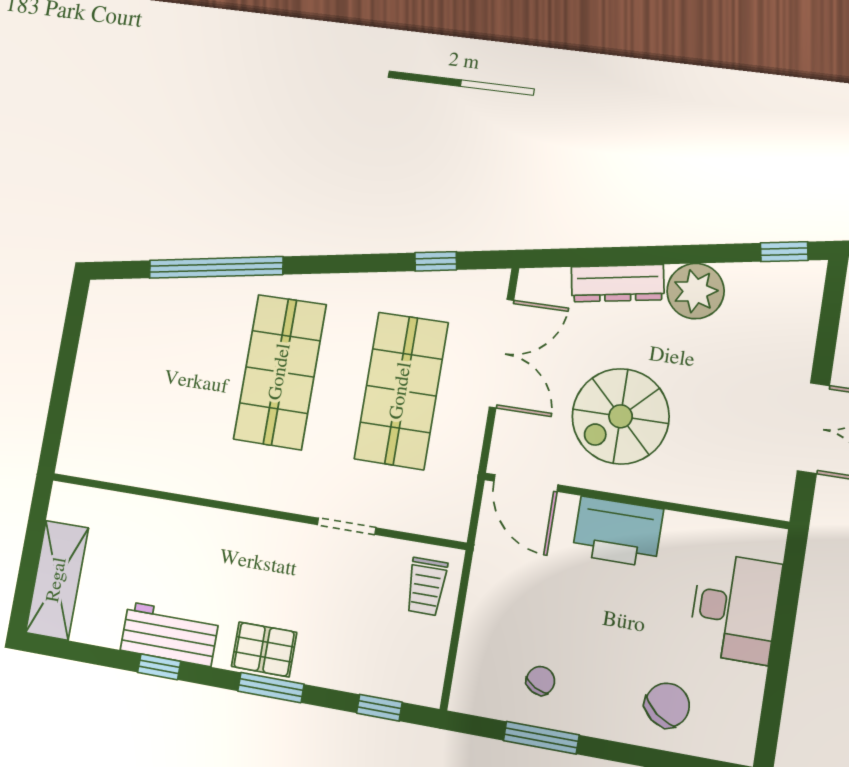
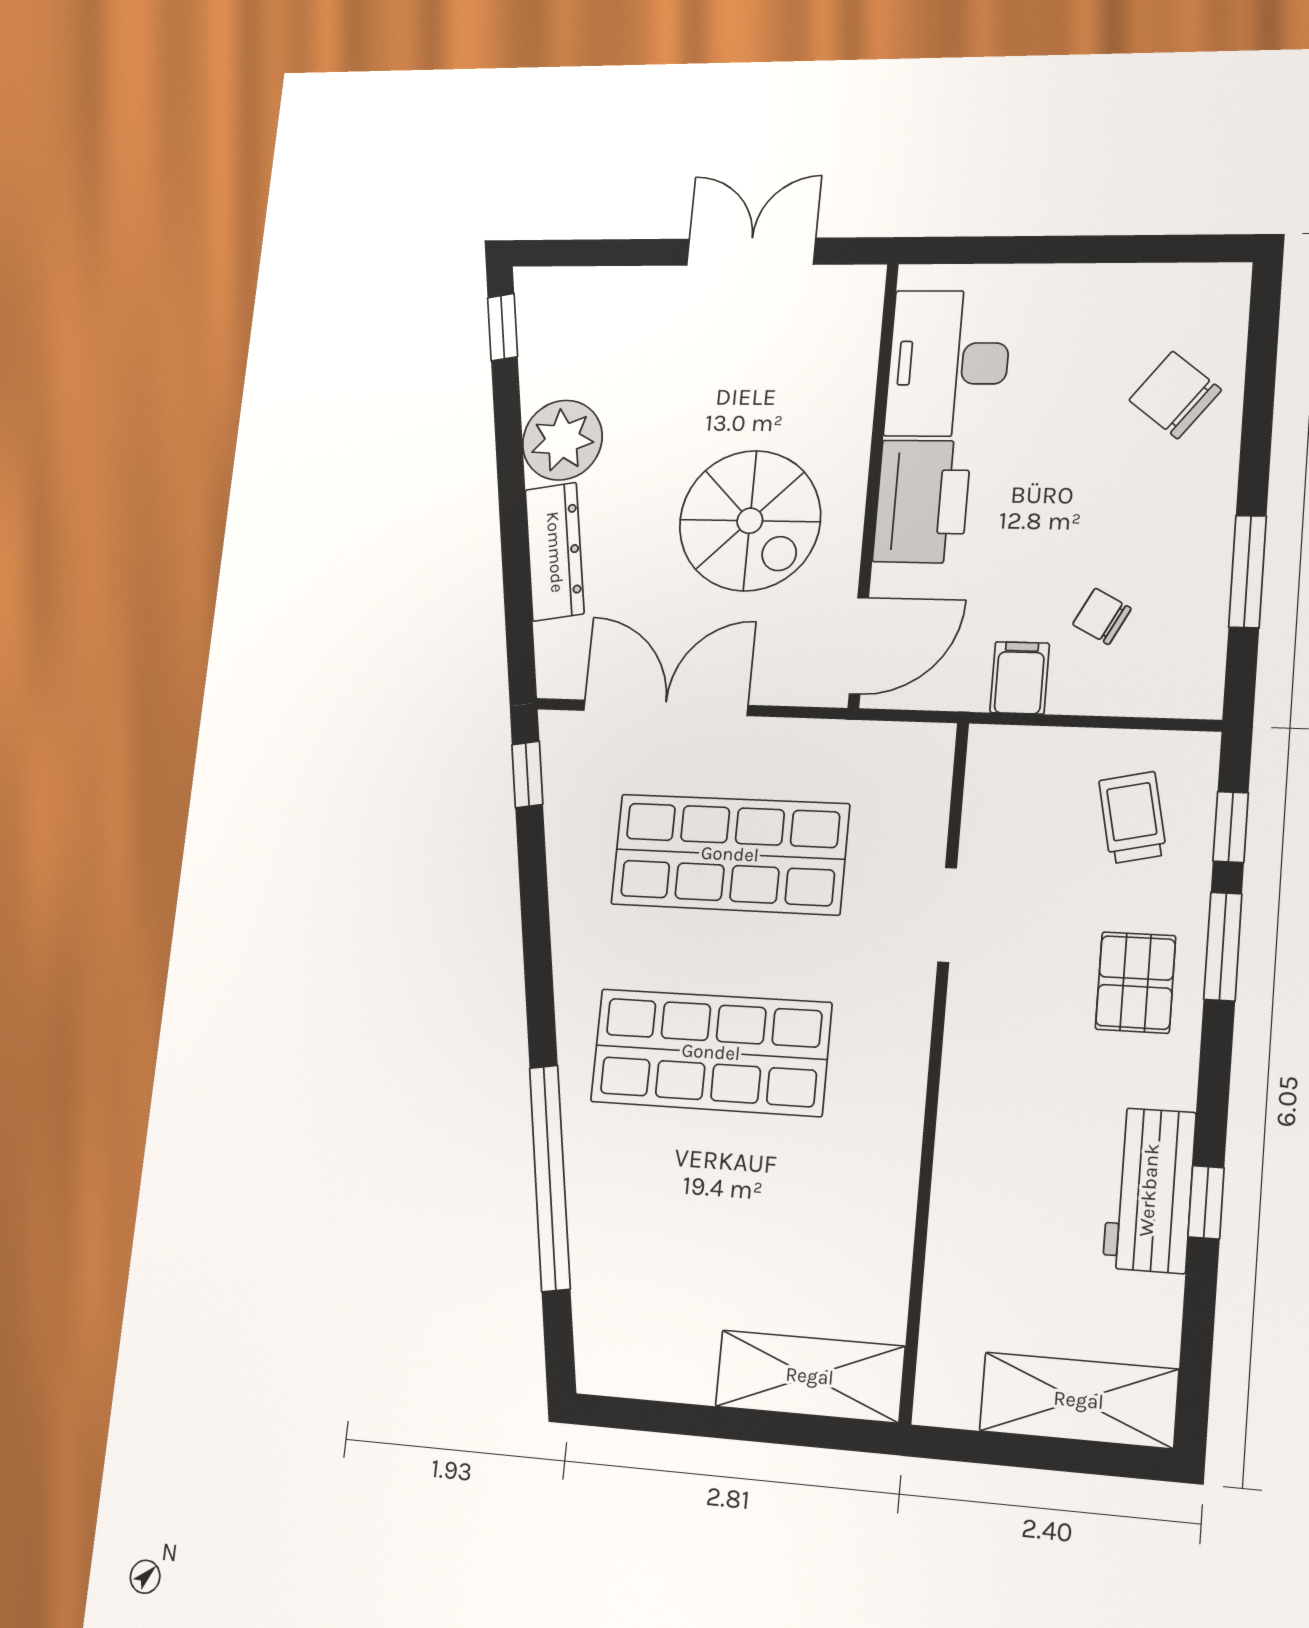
window: (436, 261) -> (527, 775), moved
shelving: (86, 422) -> (810, 1376), added
filing cabinet: (491, 585) -> (1020, 678), added
trolley: (426, 587) -> (1133, 818), moved, turned -102
desk: (735, 608) -> (948, 363), moved, turned -90
pallet: (264, 649) -> (1136, 982), moved
chair: (541, 681) -> (1102, 616), moved
window: (271, 688) -> (1223, 946), moved

